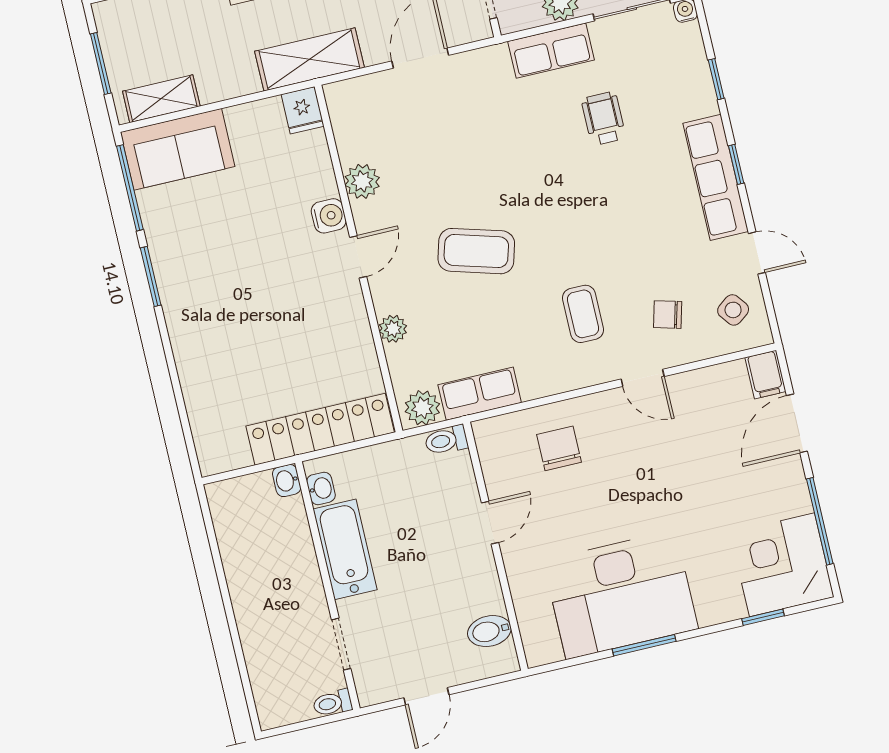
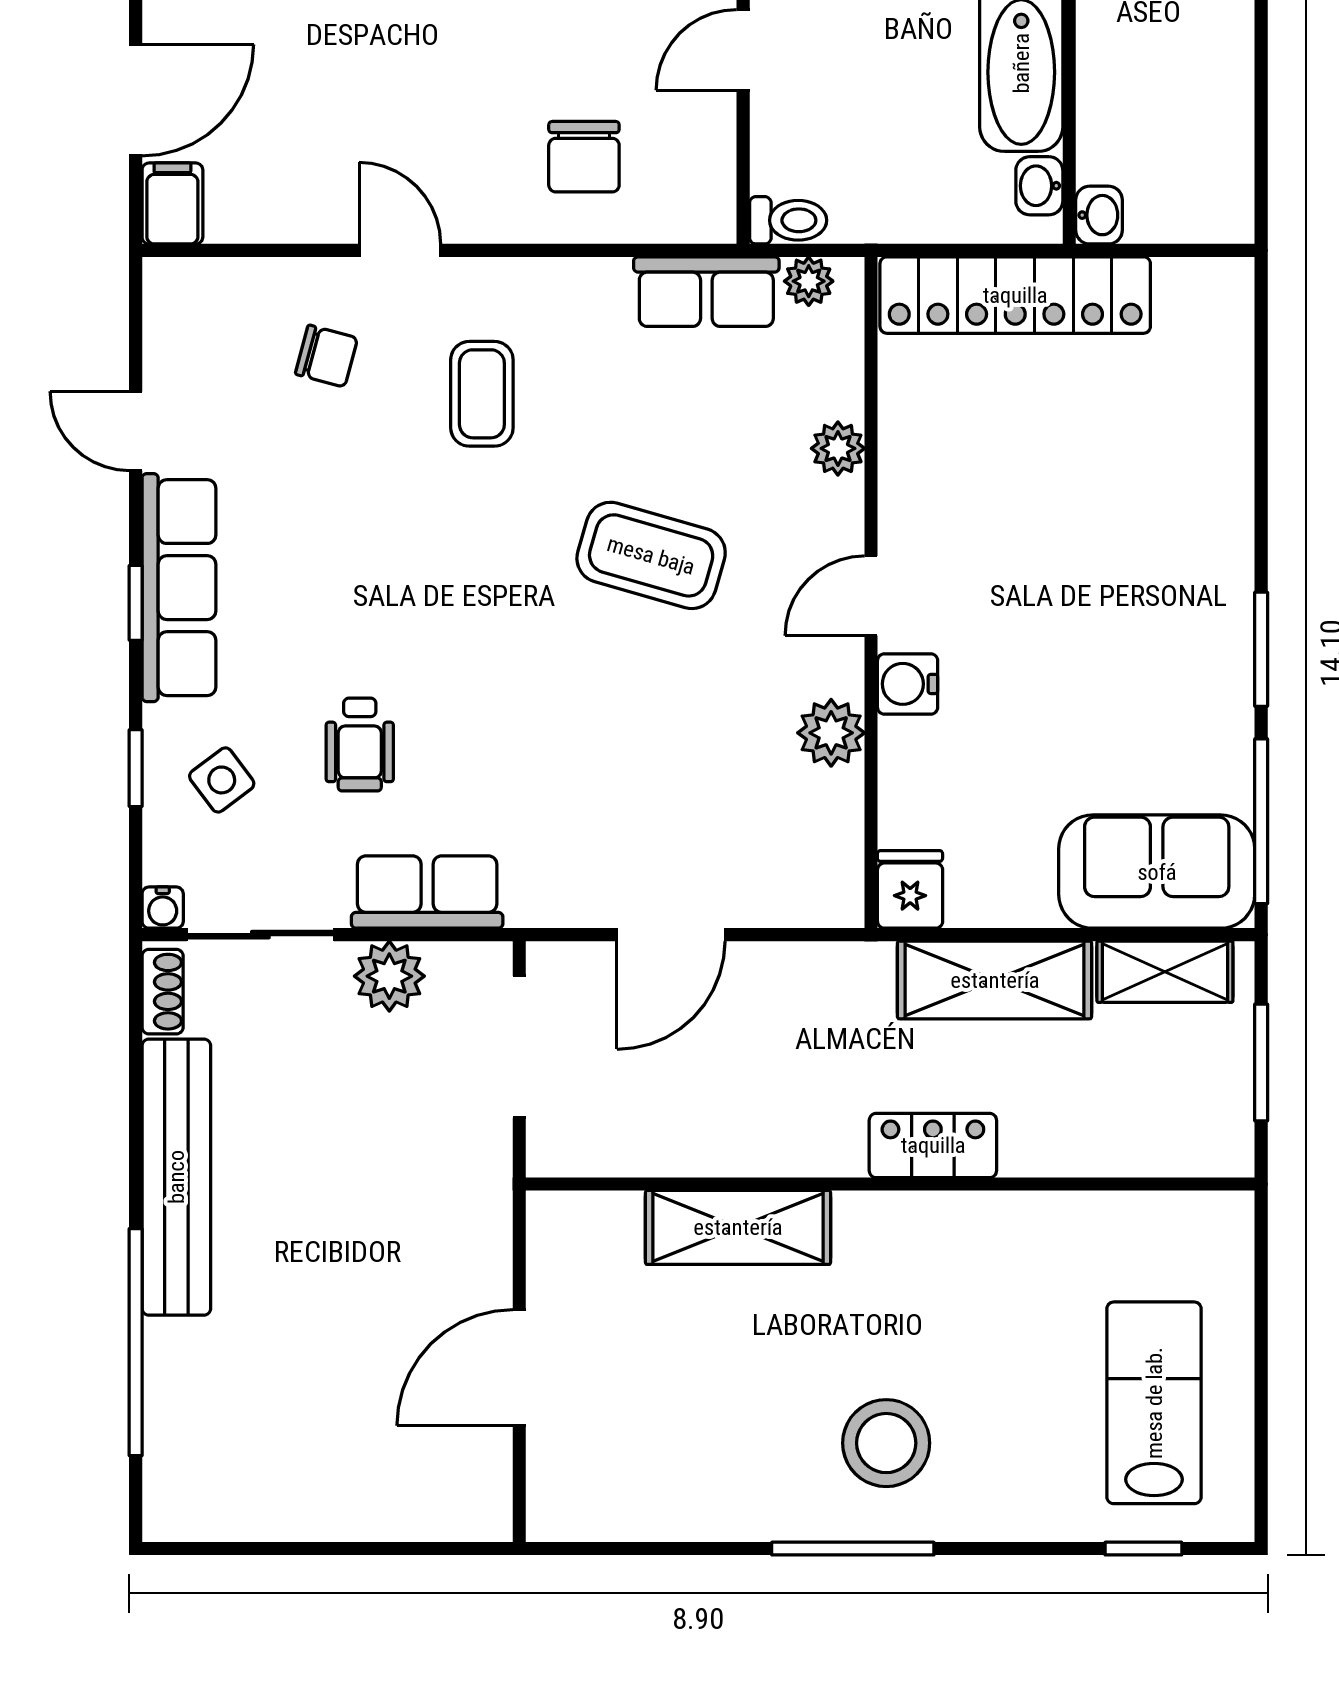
shelving: (309, 59) -> (995, 980), moved
side table: (733, 310) -> (222, 780), moved
plant: (422, 408) -> (809, 281), width x0.73, depth x0.73

